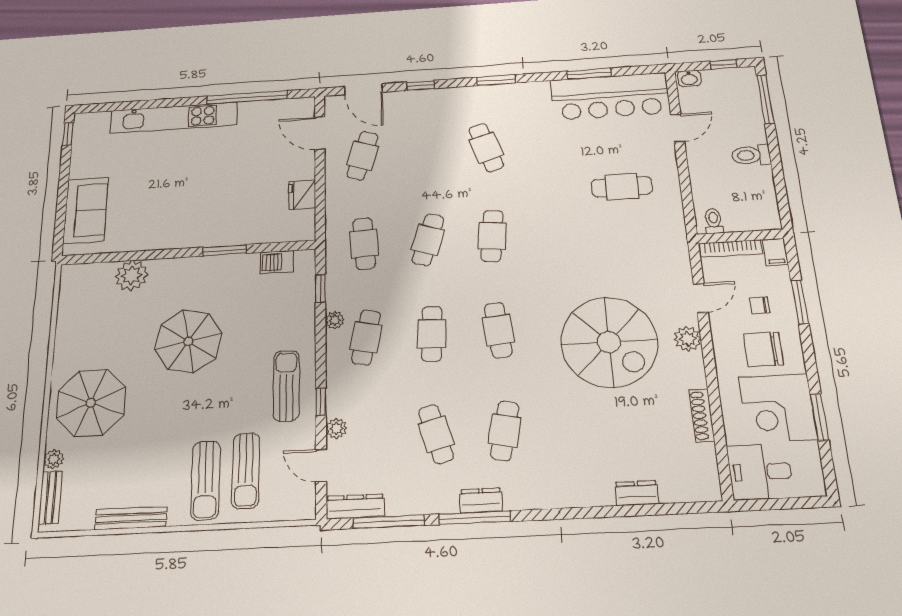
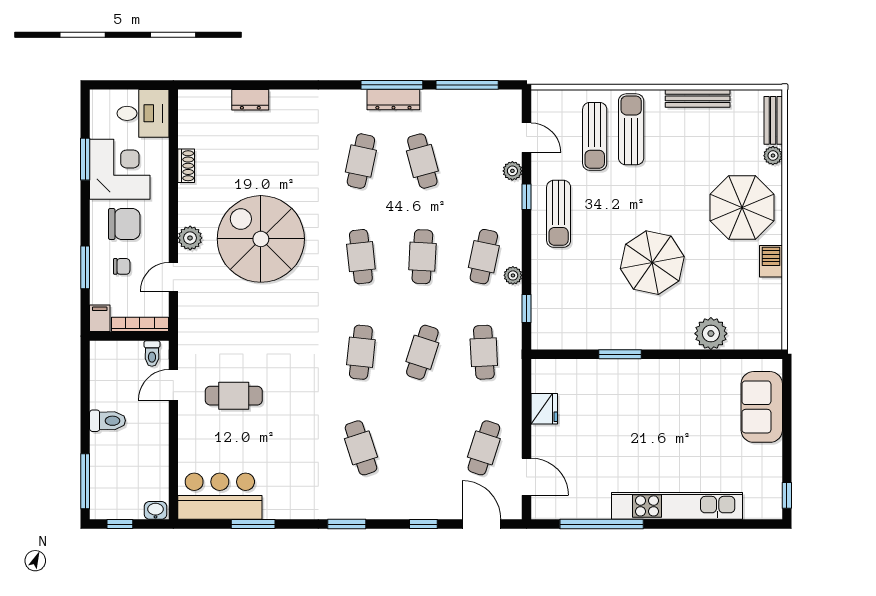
bar counter: (610, 96) -> (220, 496), width x0.73
door: (678, 128) -> (173, 385), moved
barbecue: (277, 262) -> (771, 261), moved, turned -90
shoe rack: (702, 416) -> (186, 166), width x0.70
sun lounger: (246, 471) -> (595, 136), turned 180
dresser: (481, 500) -> (393, 100), width x1.44
dresser: (355, 506) -> (496, 99), removed

